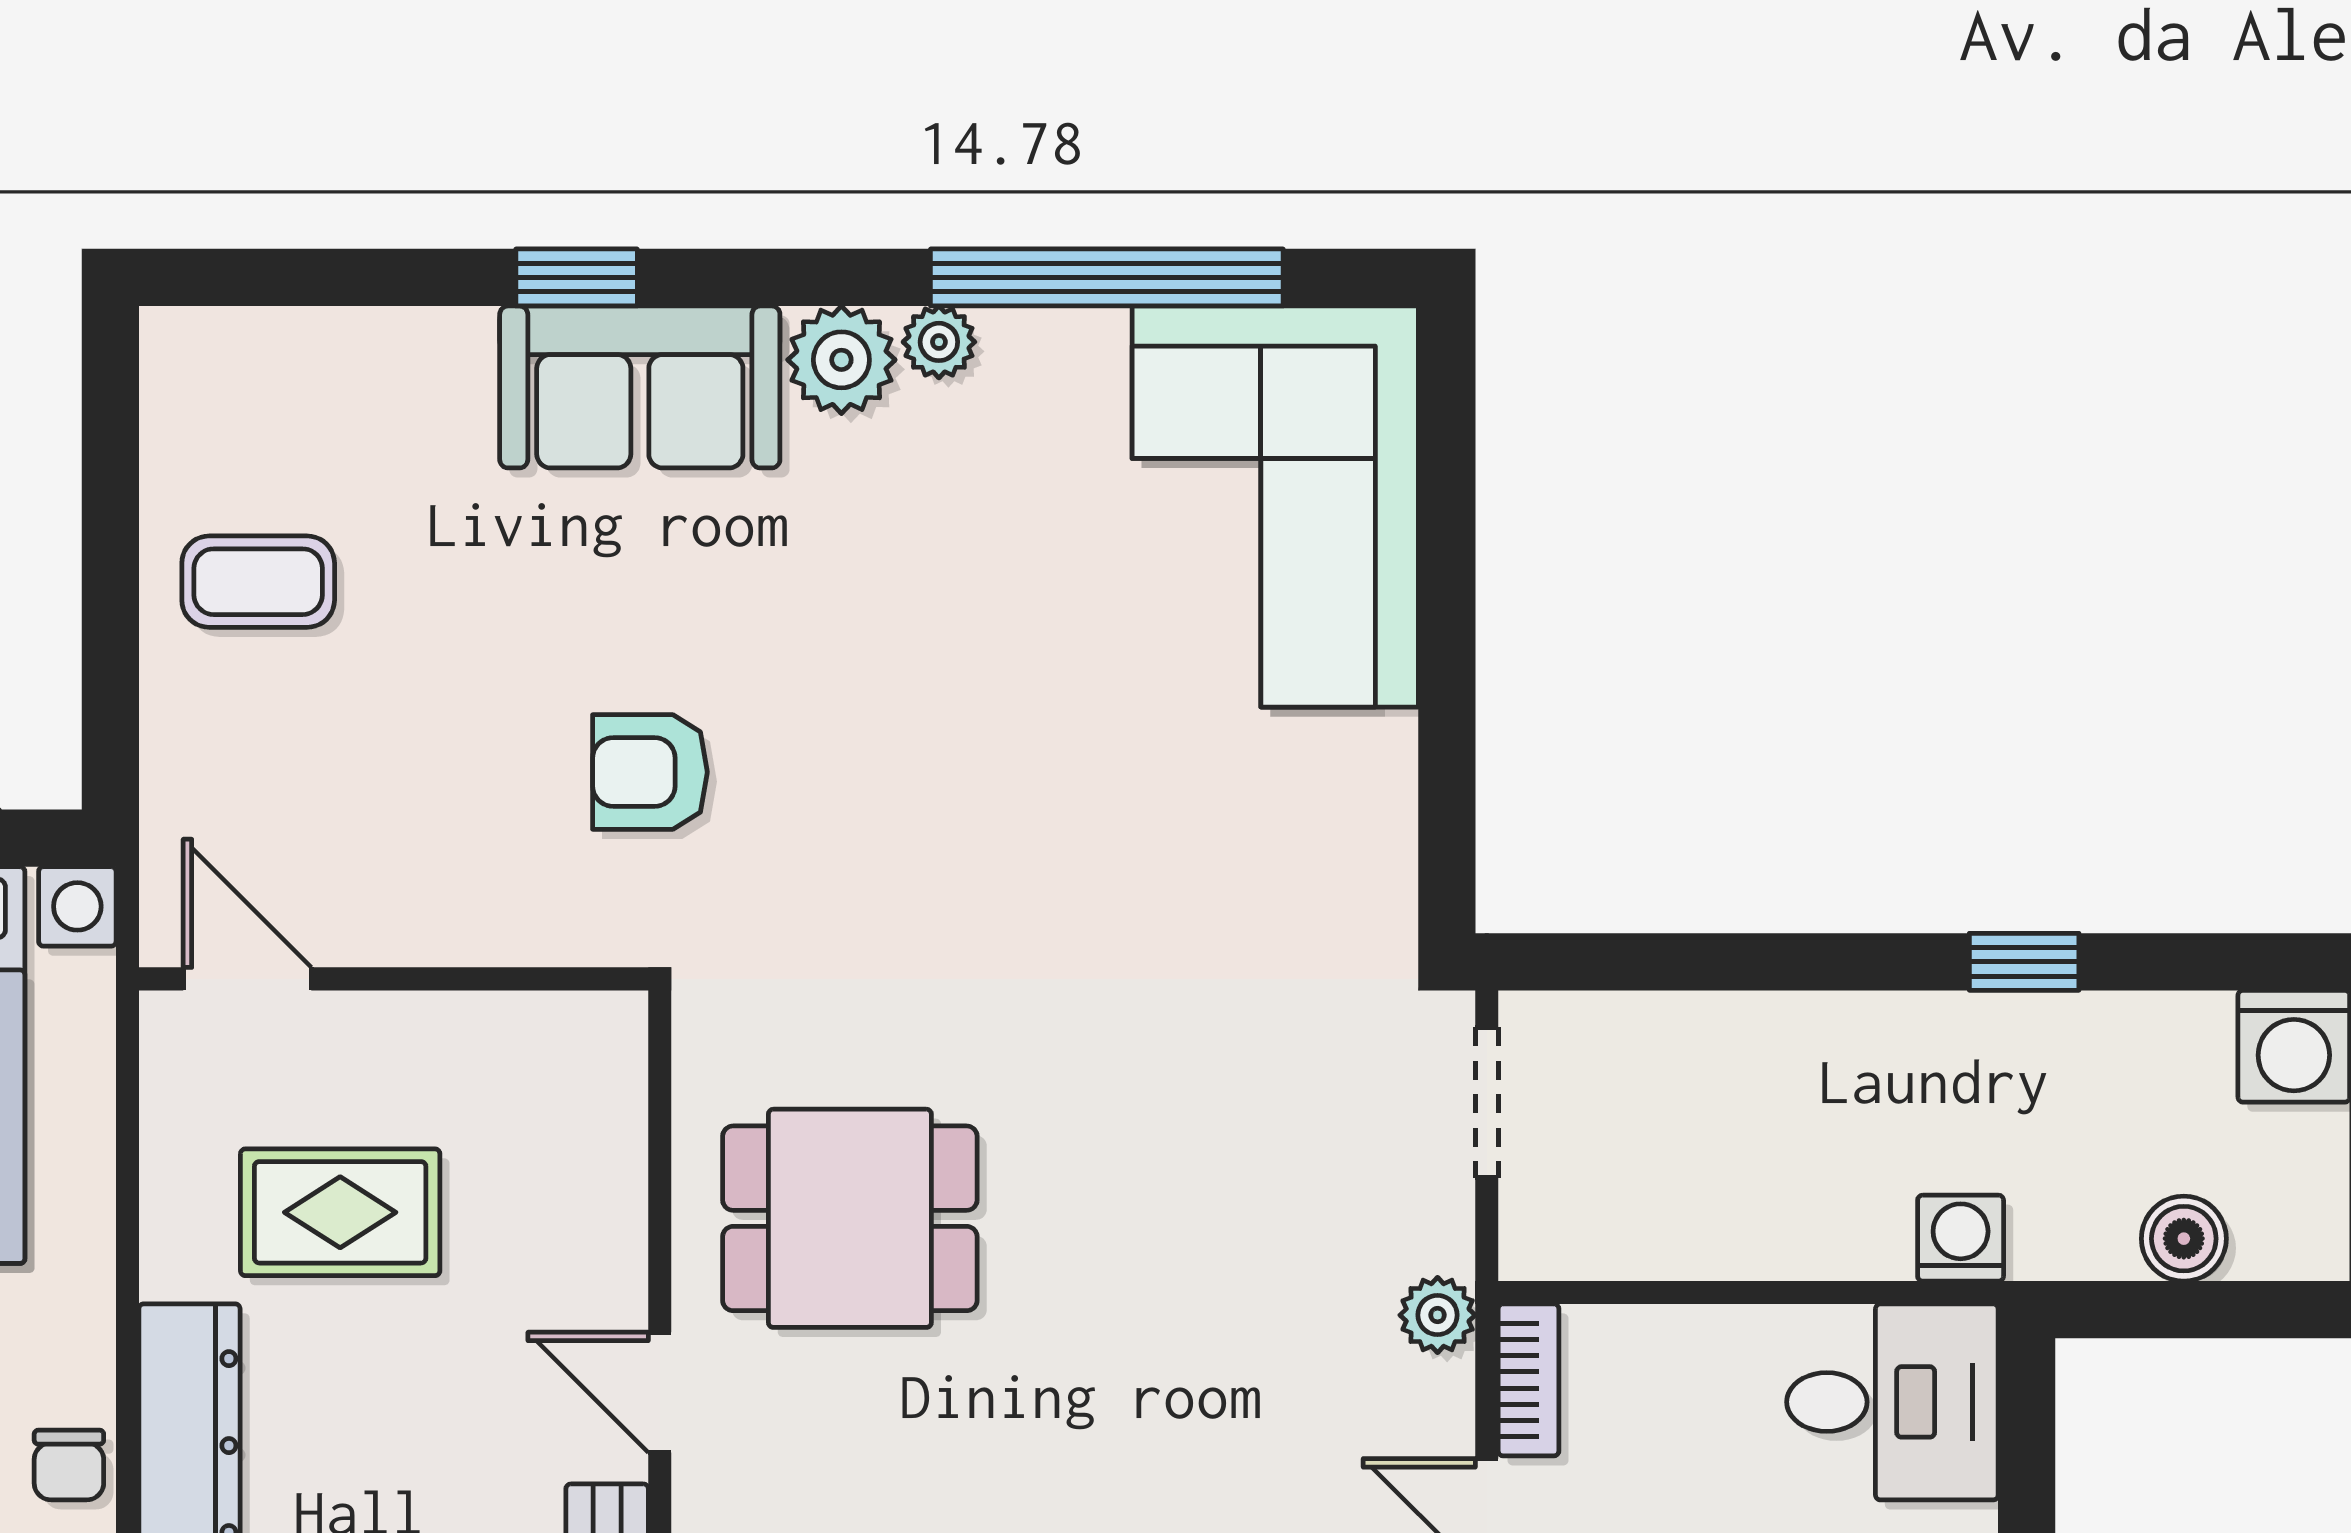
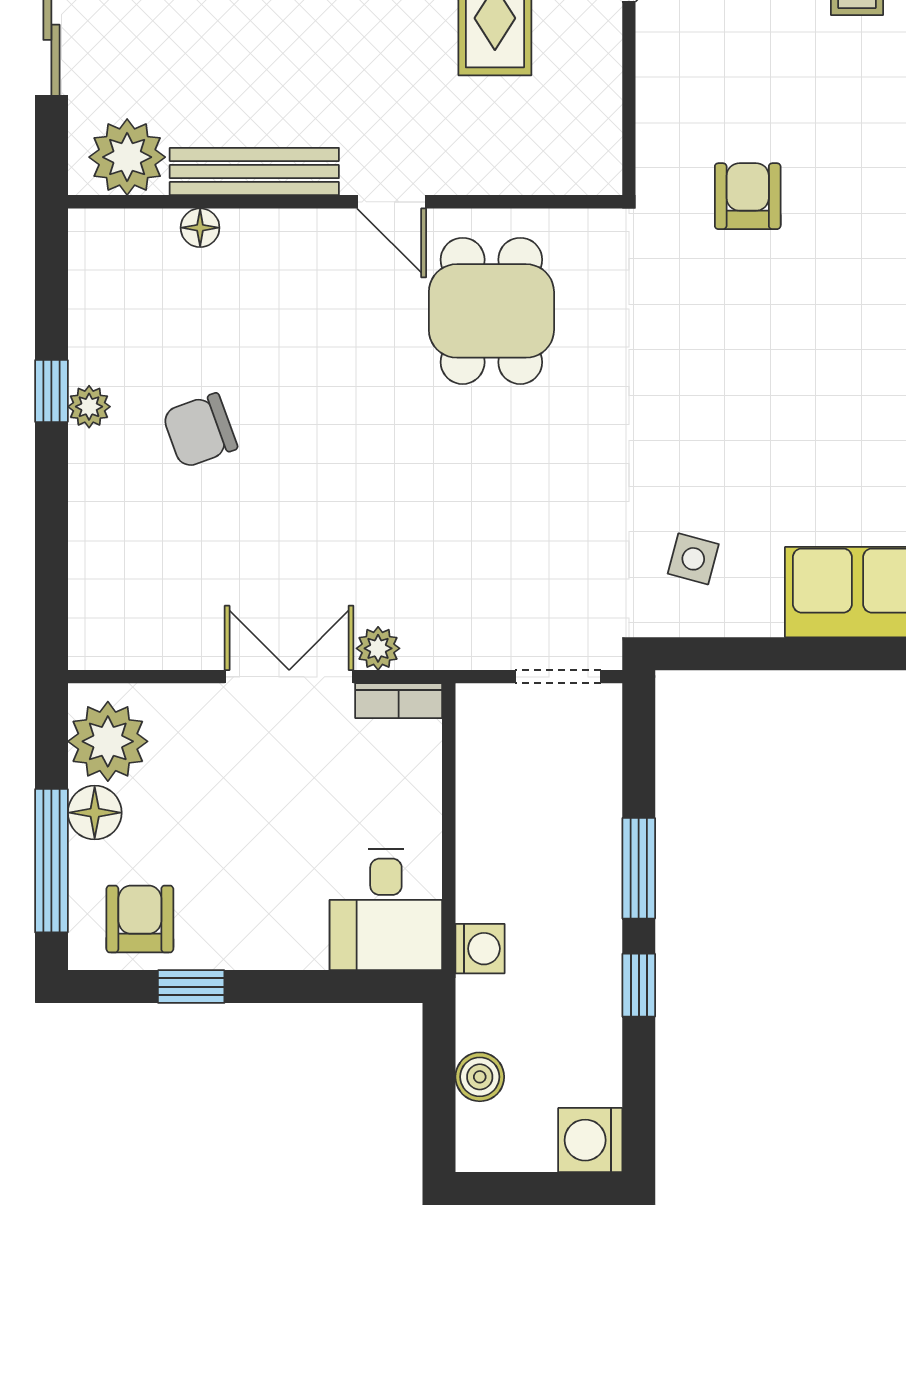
side table: (1282, 867) -> (693, 559), added
window: (1820, 962) -> (639, 868), added
plant: (1438, 1315) -> (378, 648), moved
door: (660, 1392) -> (391, 202), swing flipped

